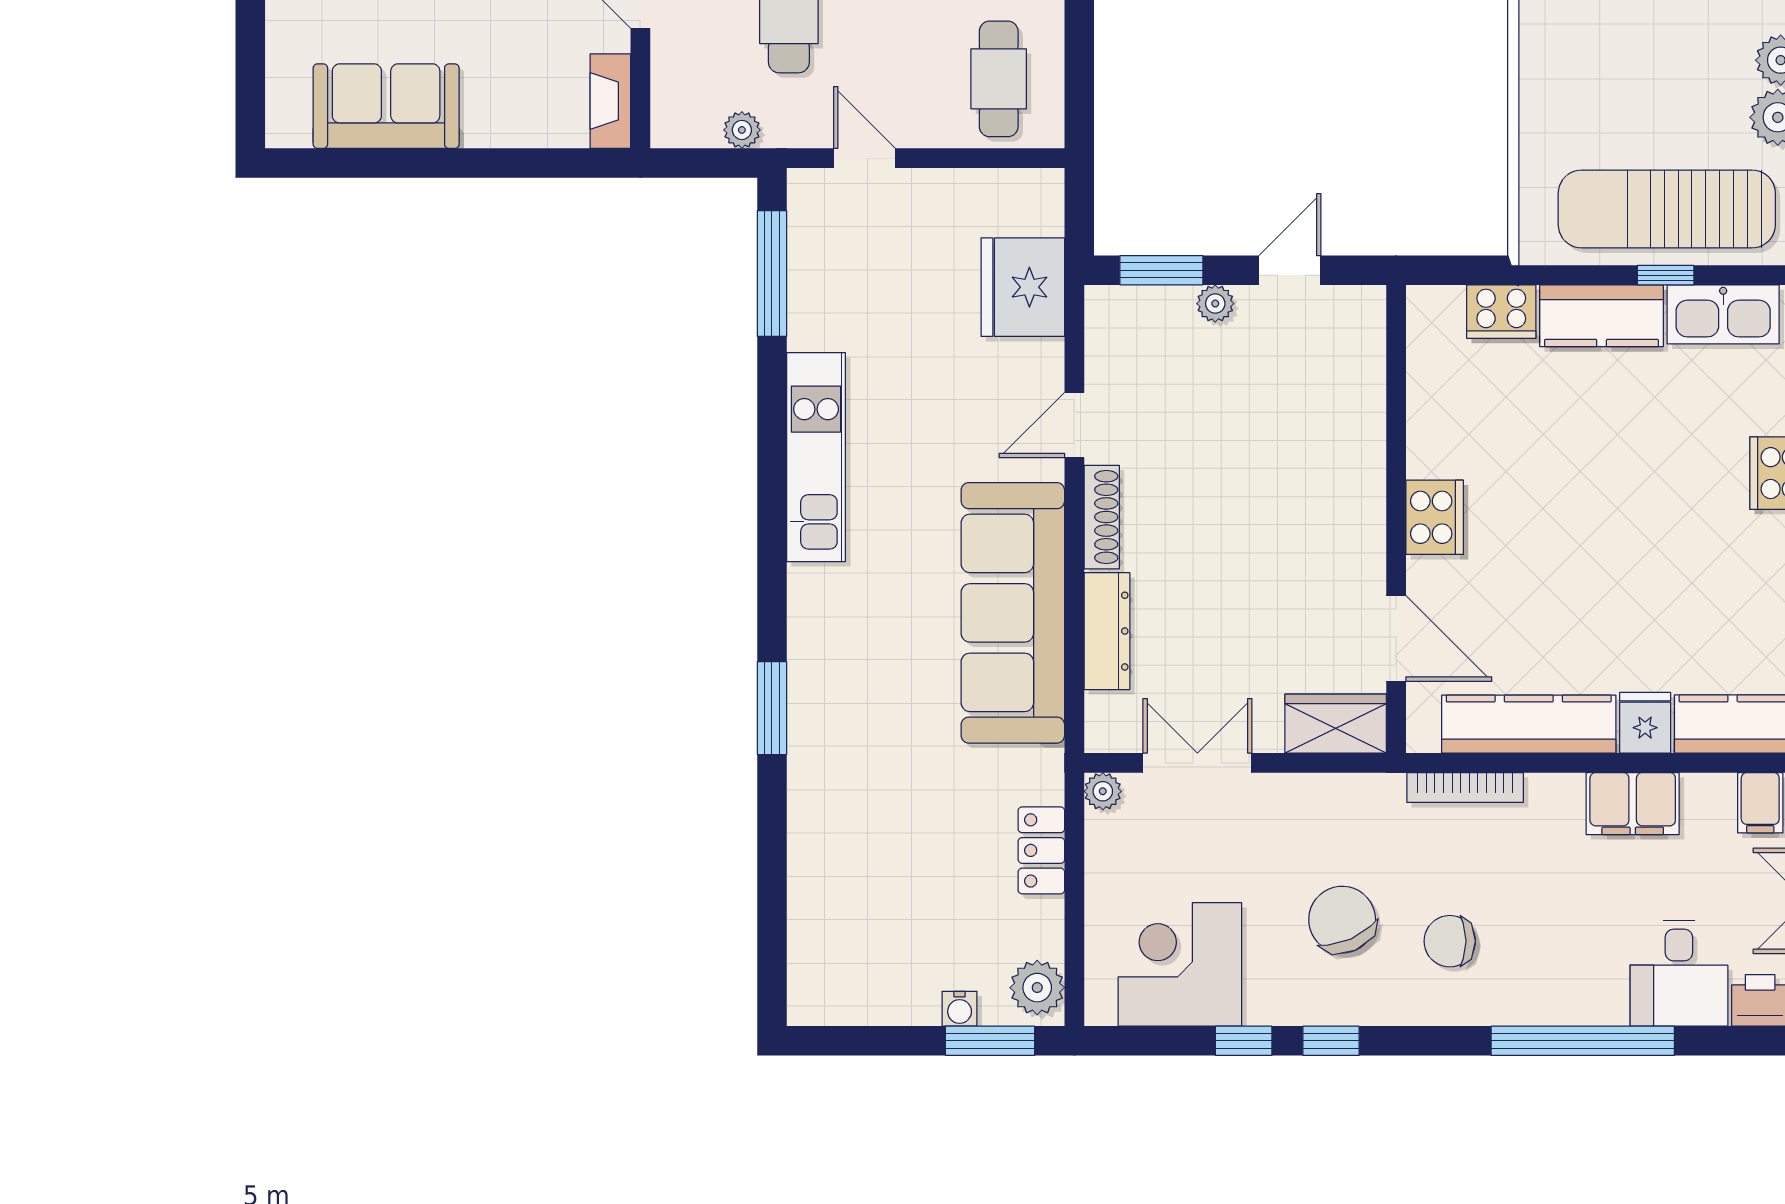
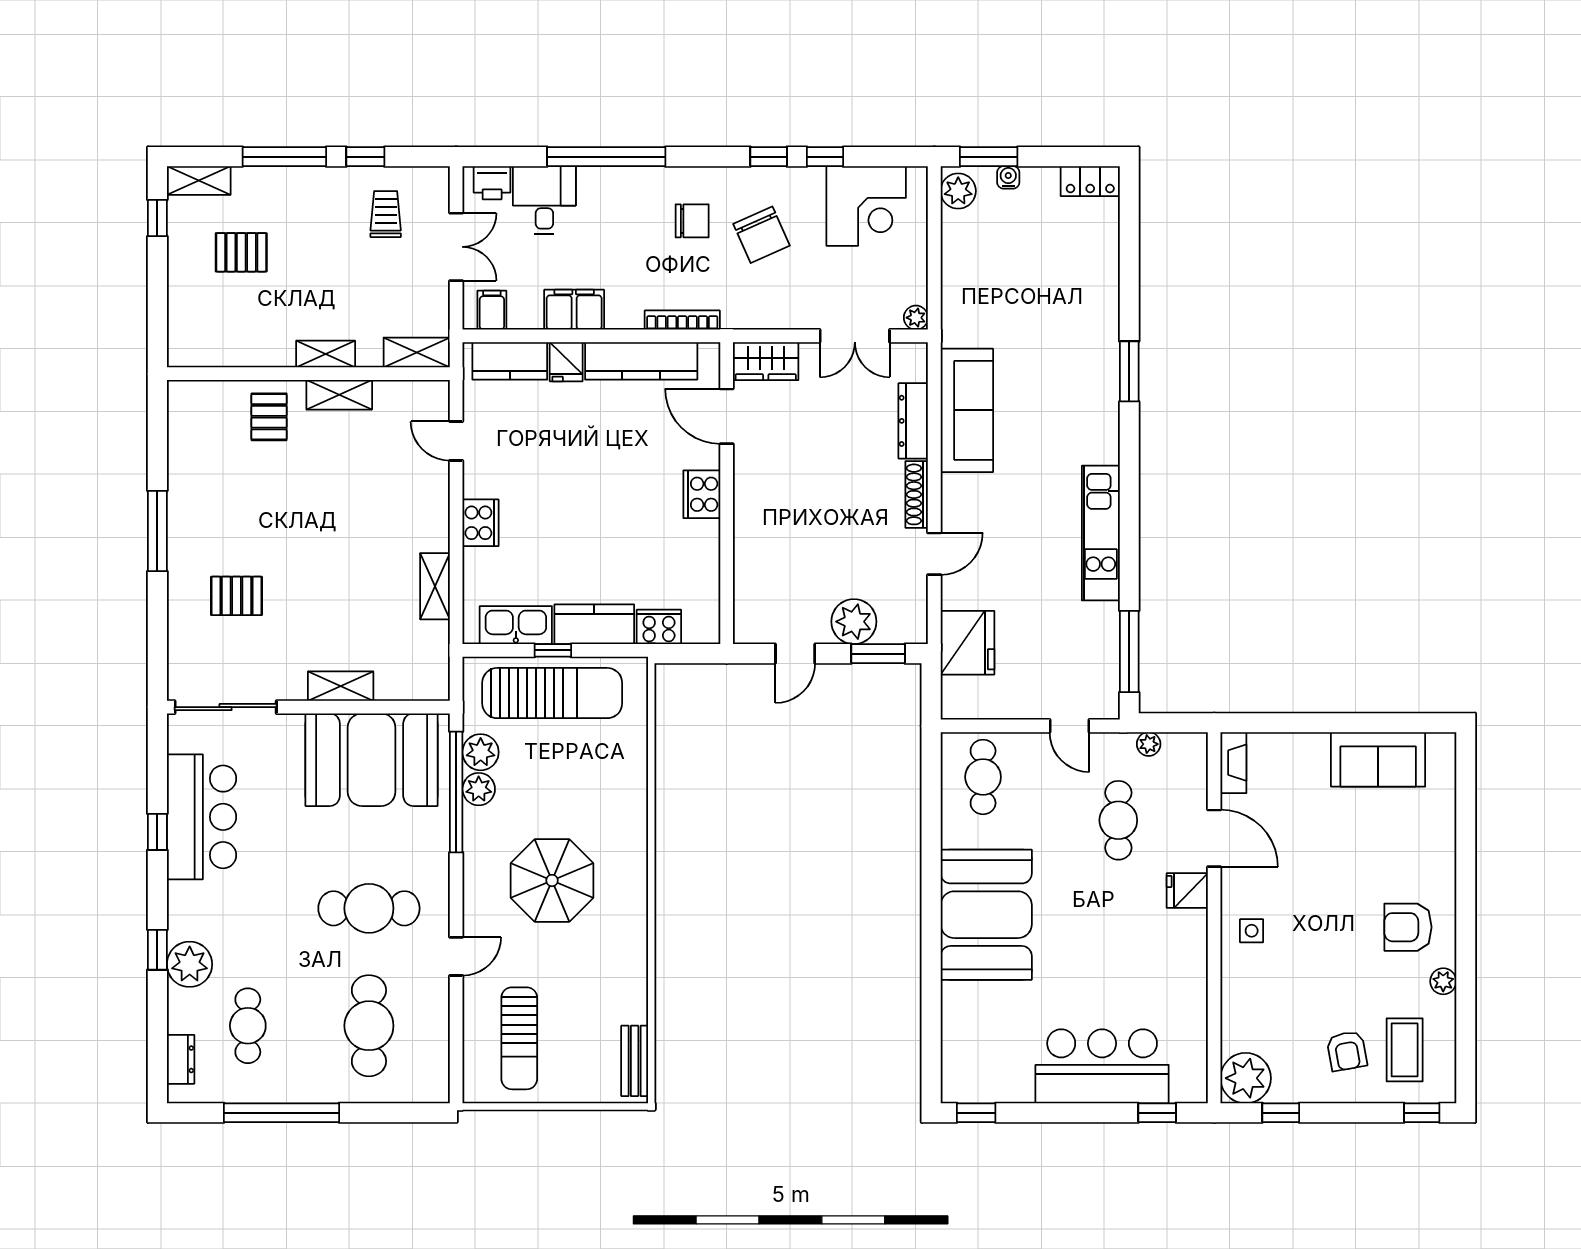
plant: (1215, 304) -> (854, 622), width x1.88, depth x1.88
sofa: (1013, 613) -> (967, 410), width x0.74, depth x0.79
locker: (1041, 850) -> (1090, 181), moved, turned 90

